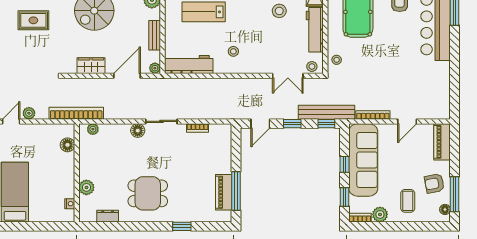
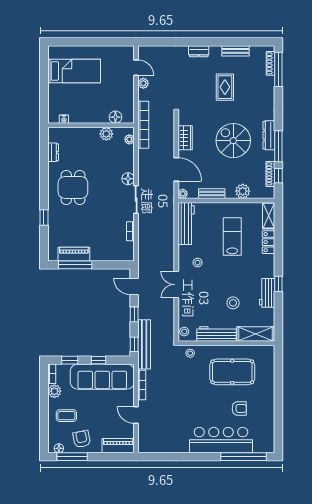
double door: (288, 76) -> (176, 285), moved
plant: (86, 187) -> (106, 134), moved

